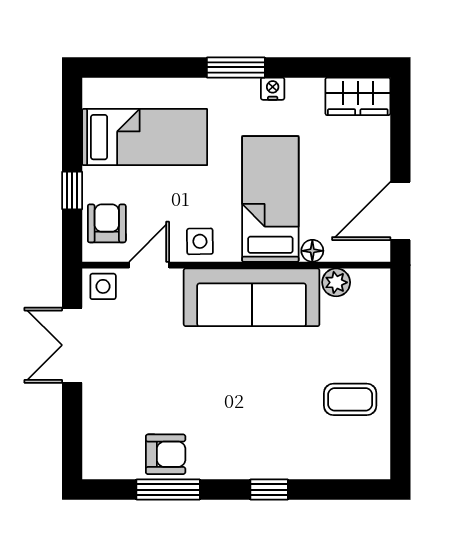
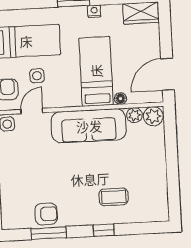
side table: (200, 241) -> (37, 76), moved
plant: (370, 286) -> (153, 116), added
coffee table: (350, 399) -> (114, 197), moved

